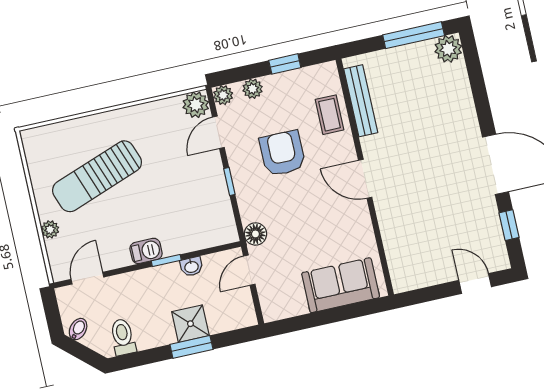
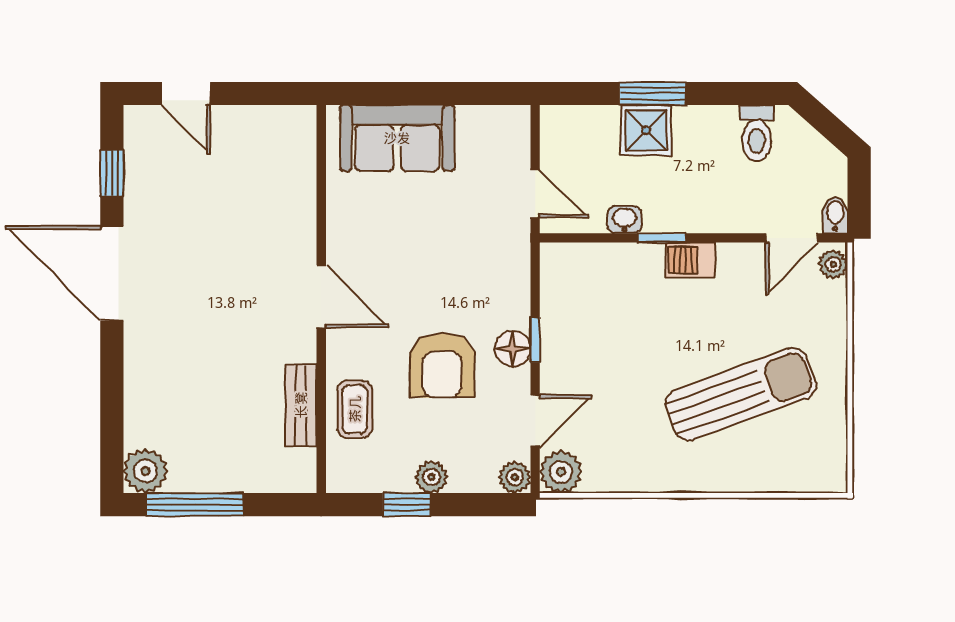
plant: (253, 89) -> (431, 477), moved
bench: (361, 101) -> (301, 405), width x0.73
plant: (50, 229) -> (833, 264), moved
floor lamp: (255, 234) -> (513, 349), moved
door: (249, 270) -> (535, 194), hinge flipped
bidet: (78, 329) -> (835, 215), moved, turned 138

